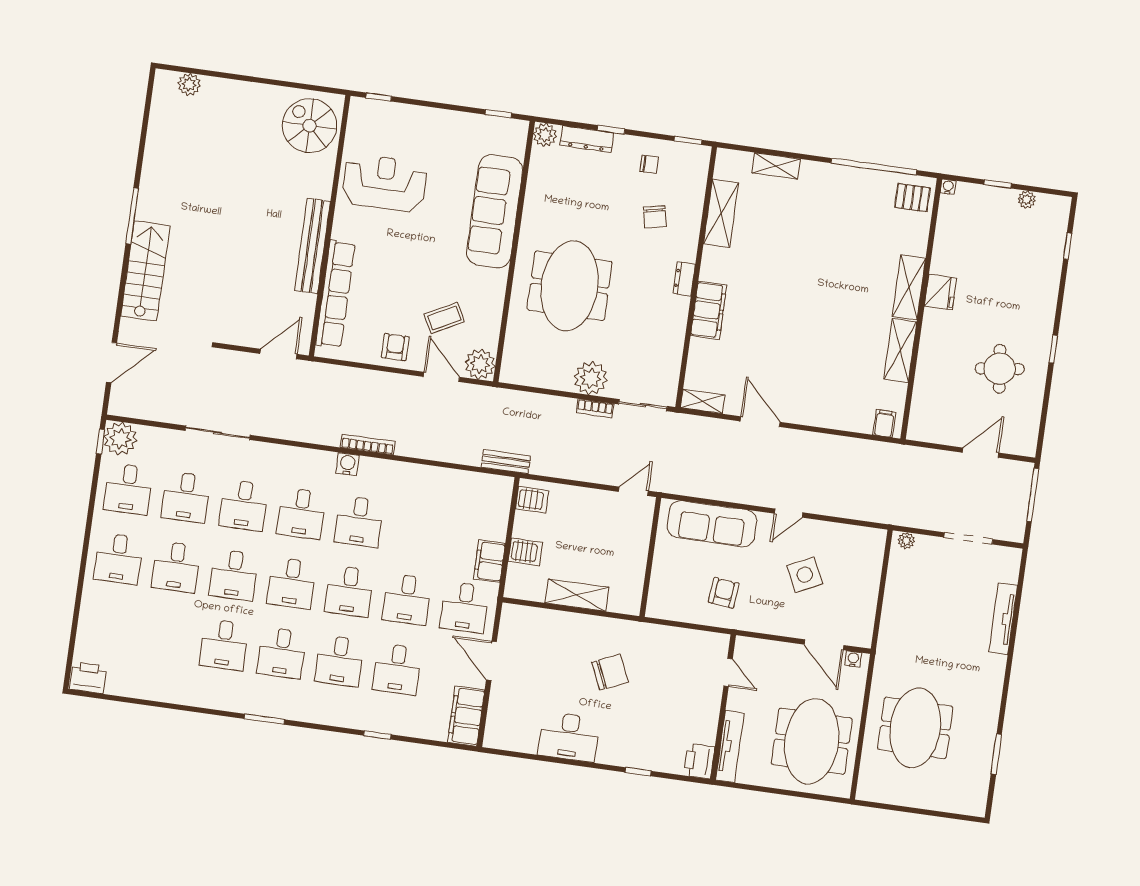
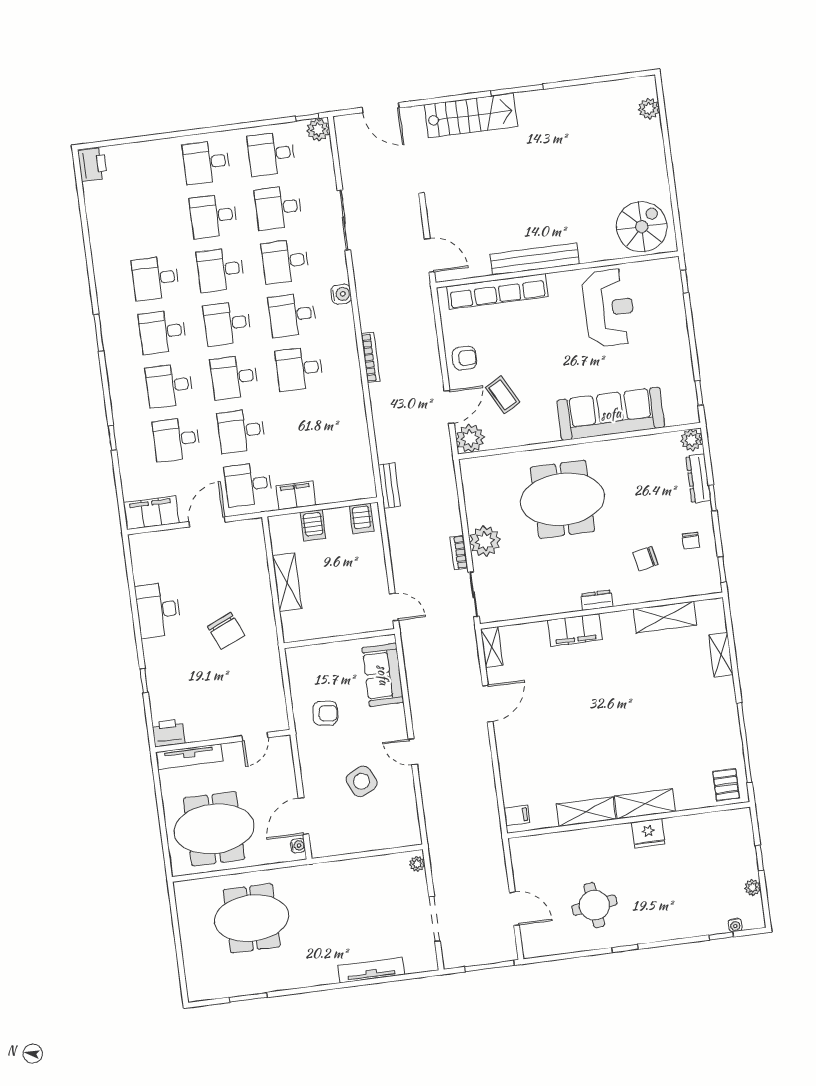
water cooler: (948, 187) -> (735, 925), moved, turned 90
plant: (120, 439) -> (318, 130), width x0.73, depth x0.73
water cooler: (348, 464) -> (341, 294), moved
sofa: (712, 524) -> (383, 675), width x0.73

